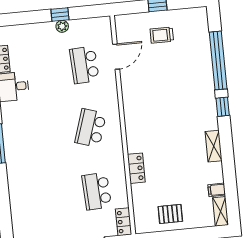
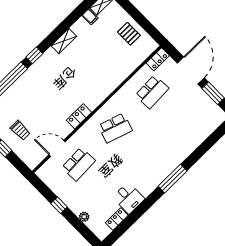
plant: (62, 26) -> (84, 217), moved
locker: (136, 168) -> (79, 116), moved

